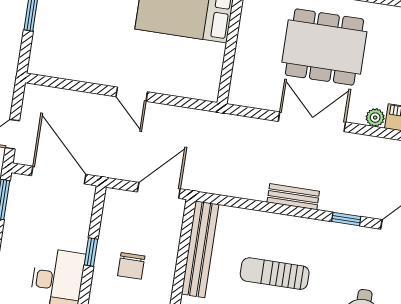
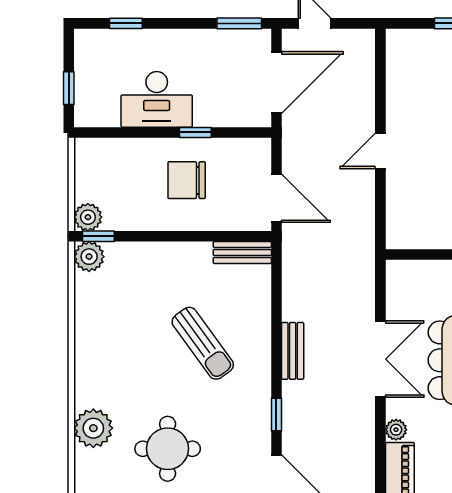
bench: (200, 249) -> (242, 253), width x0.54, depth x0.82
chair: (131, 266) -> (187, 180), width x1.37, depth x1.37
sun lounger: (275, 274) -> (203, 343), turned 144

